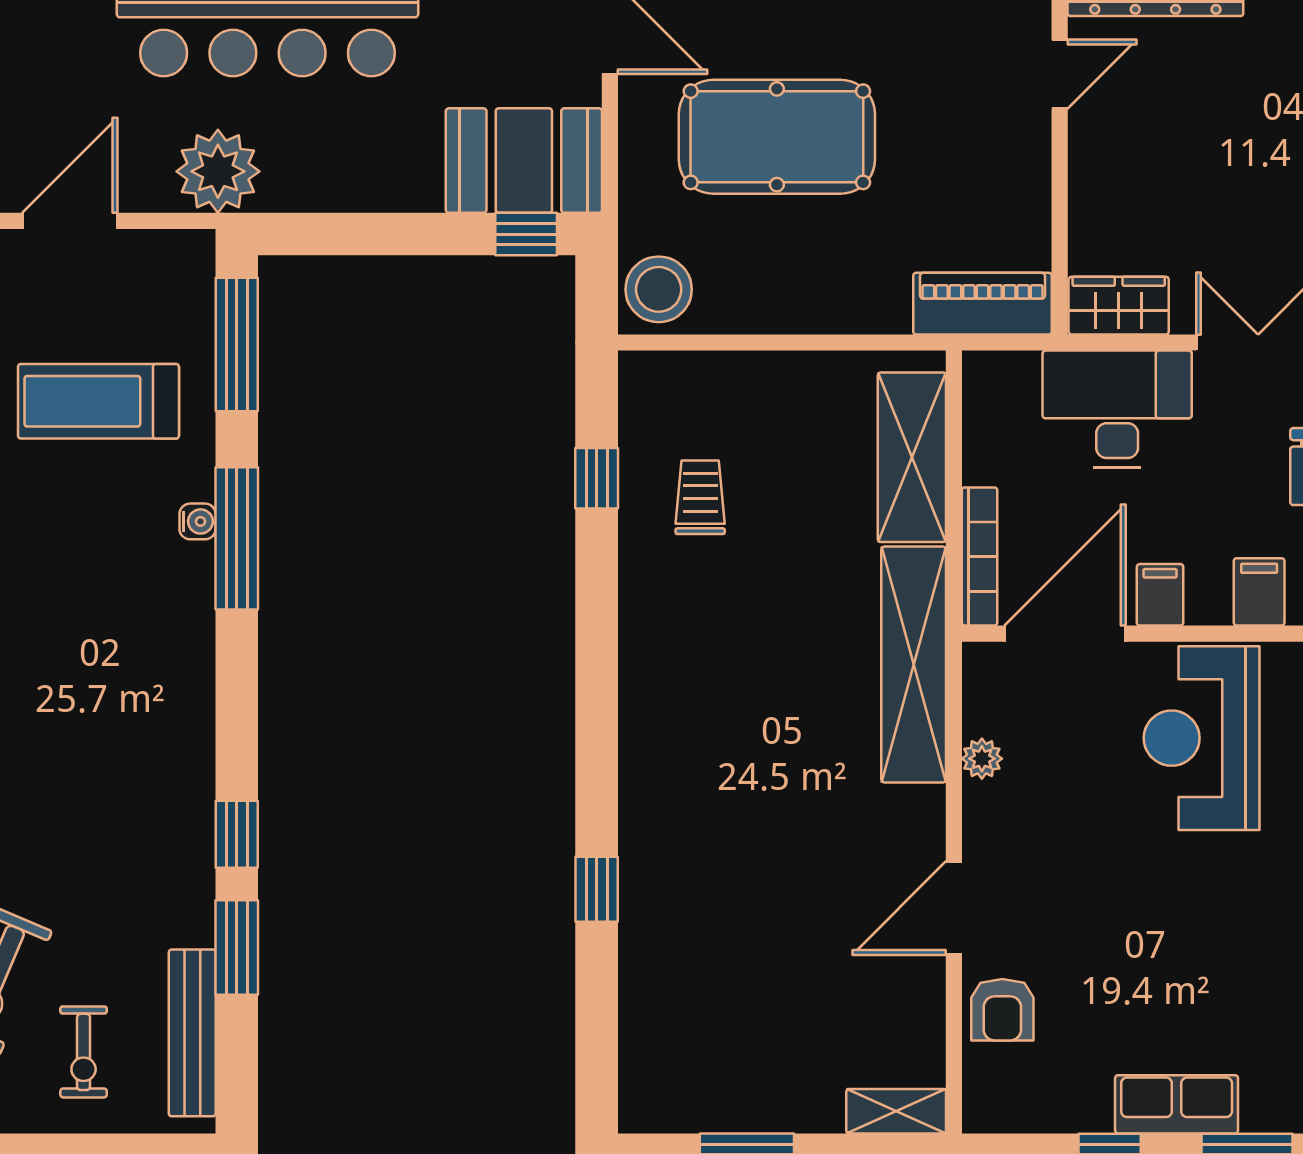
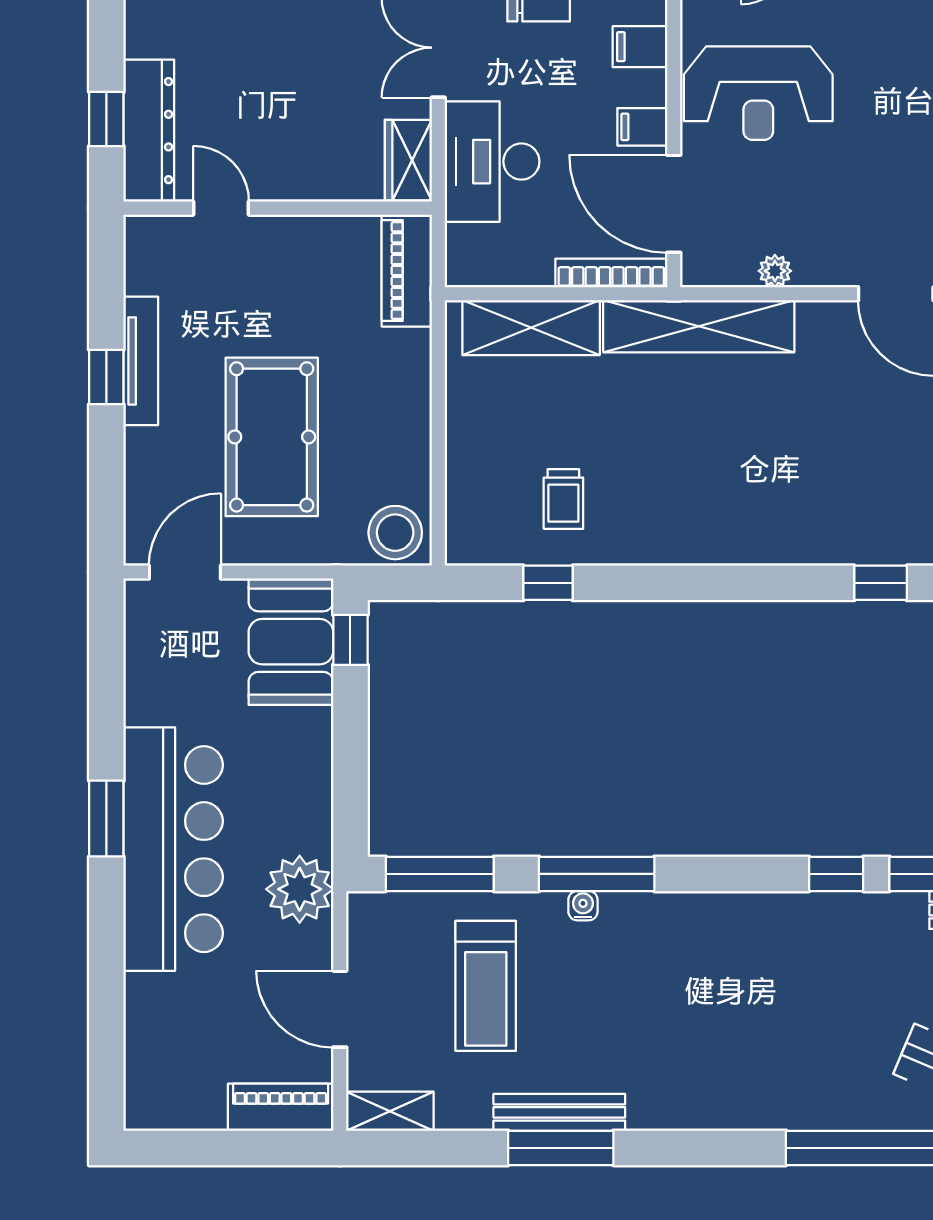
trolley: (700, 497) -> (563, 499), turned -90

